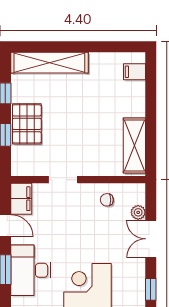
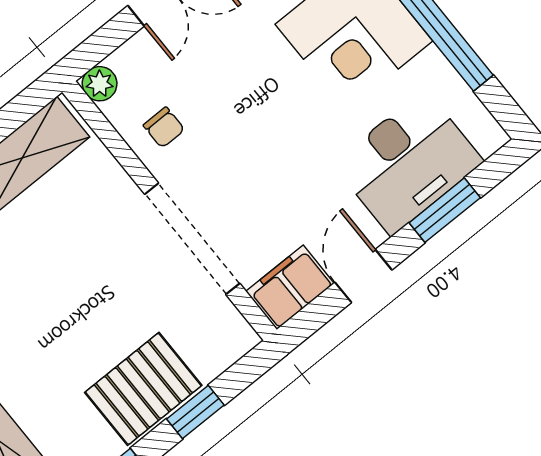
doorway: (63, 180) -> (192, 239), width x1.87
plant: (138, 212) -> (100, 84), moved

